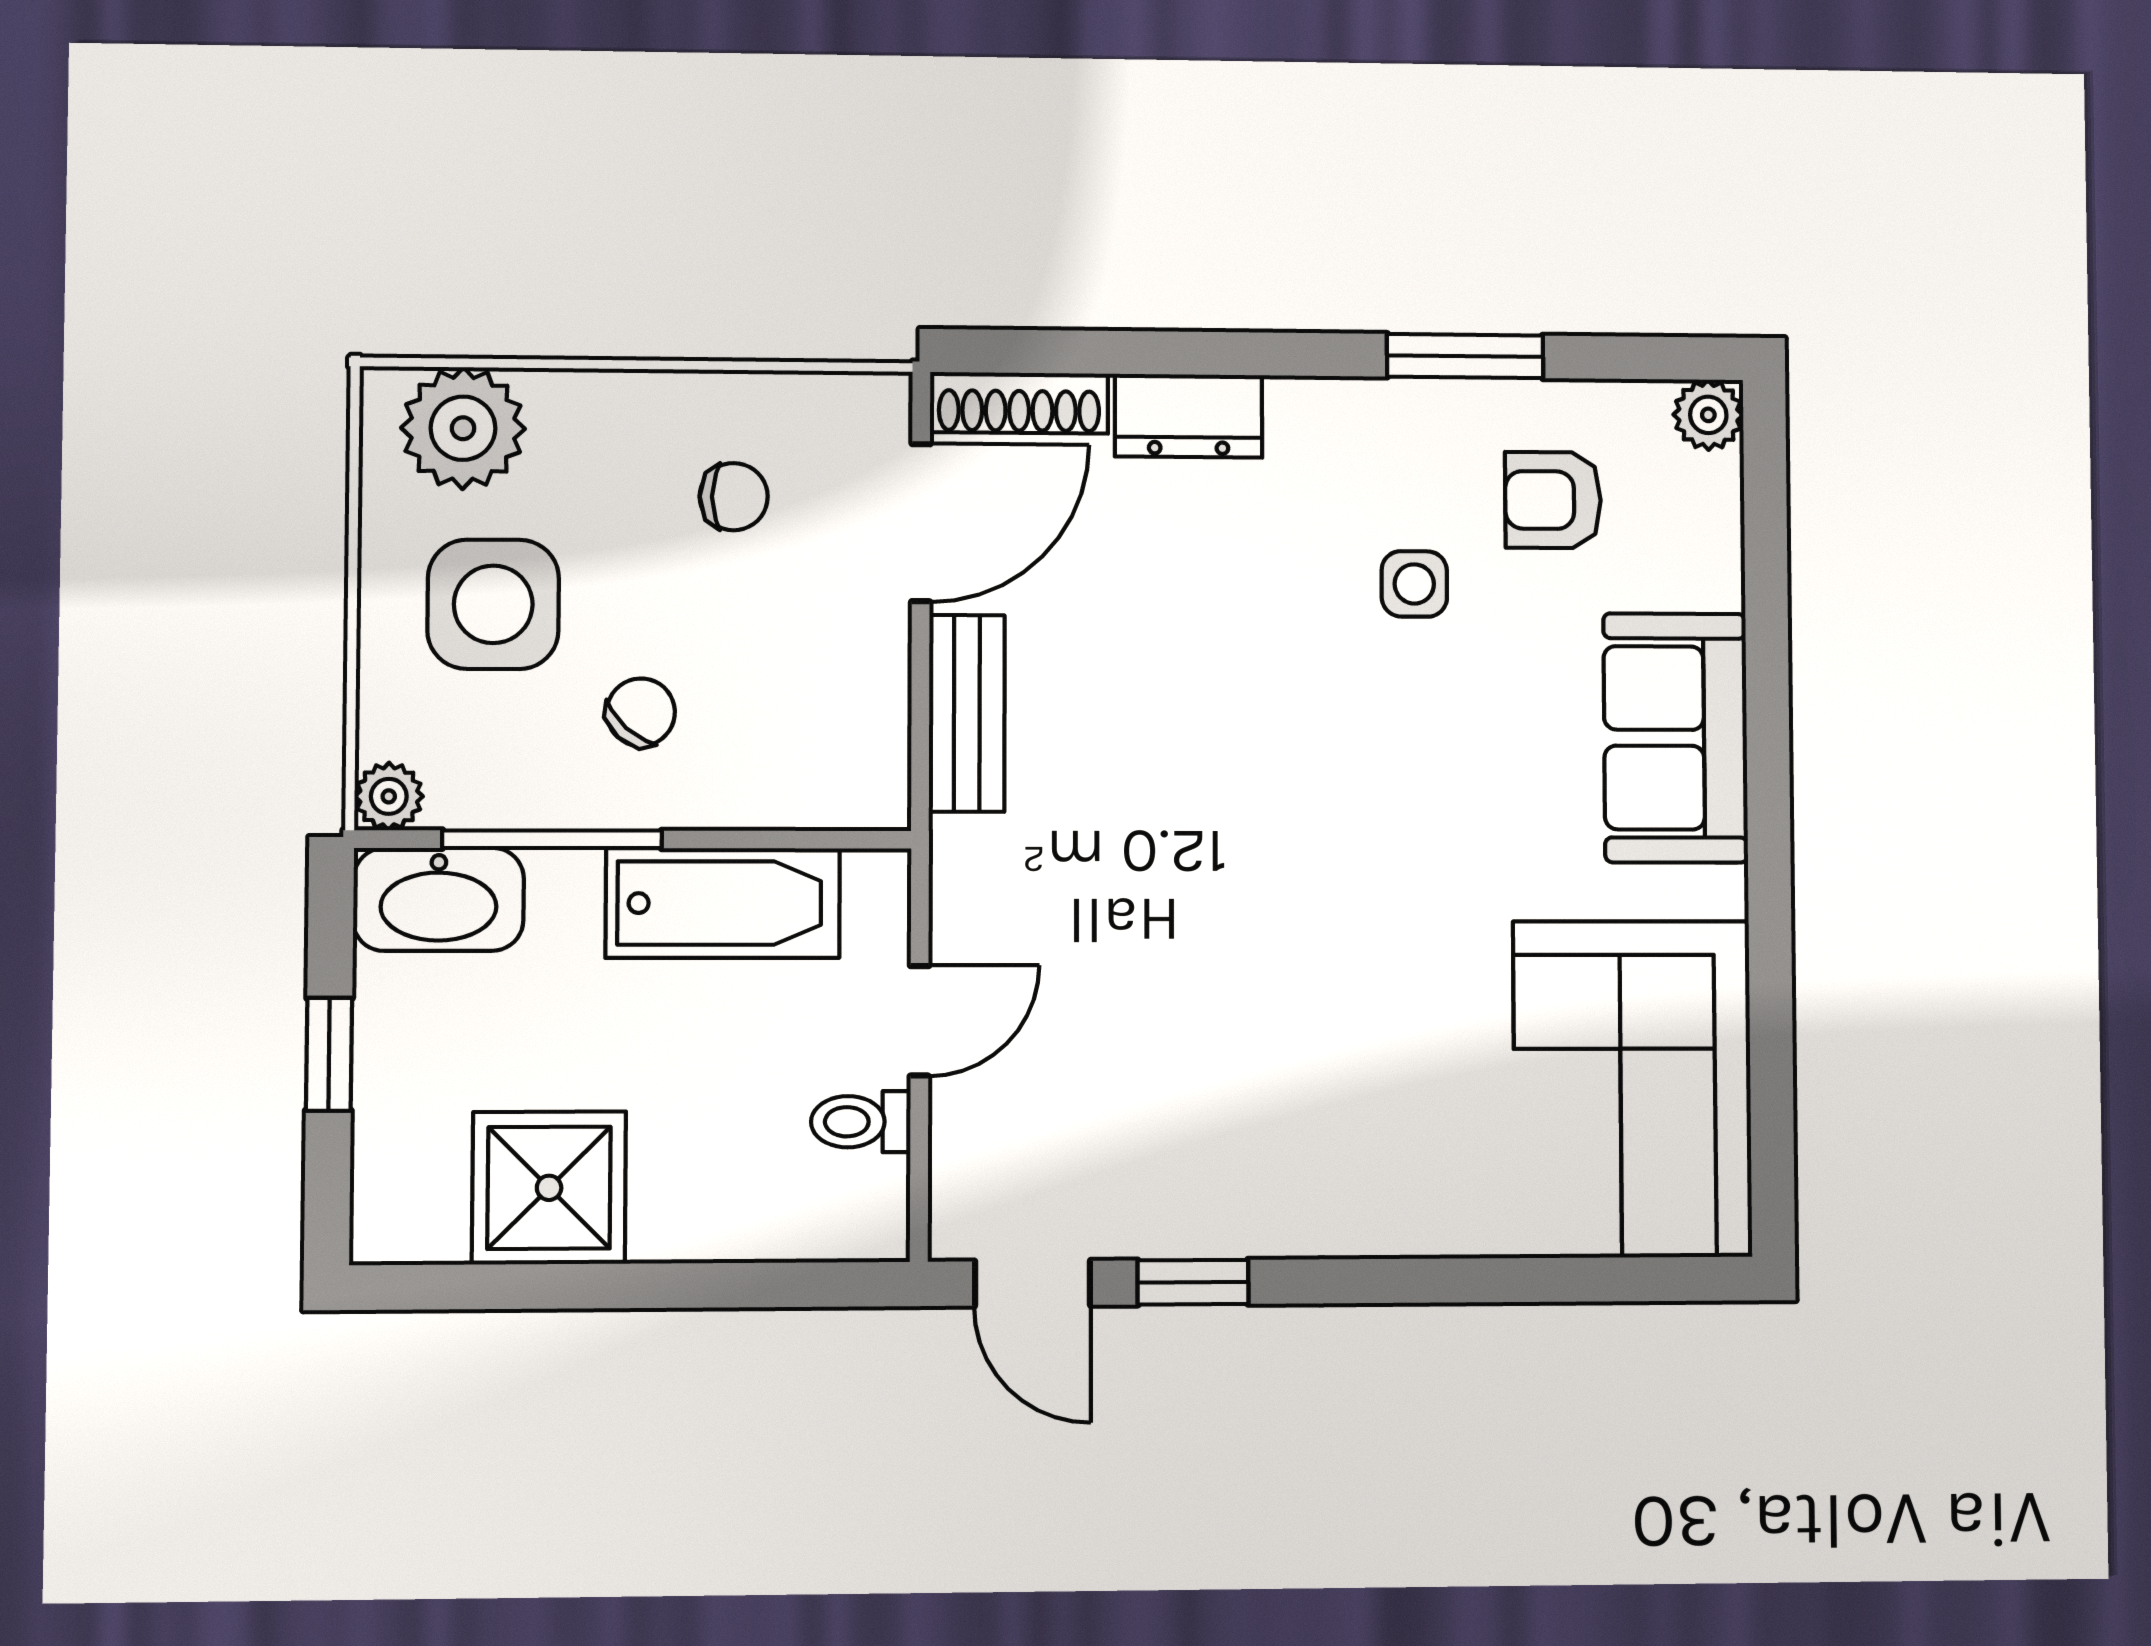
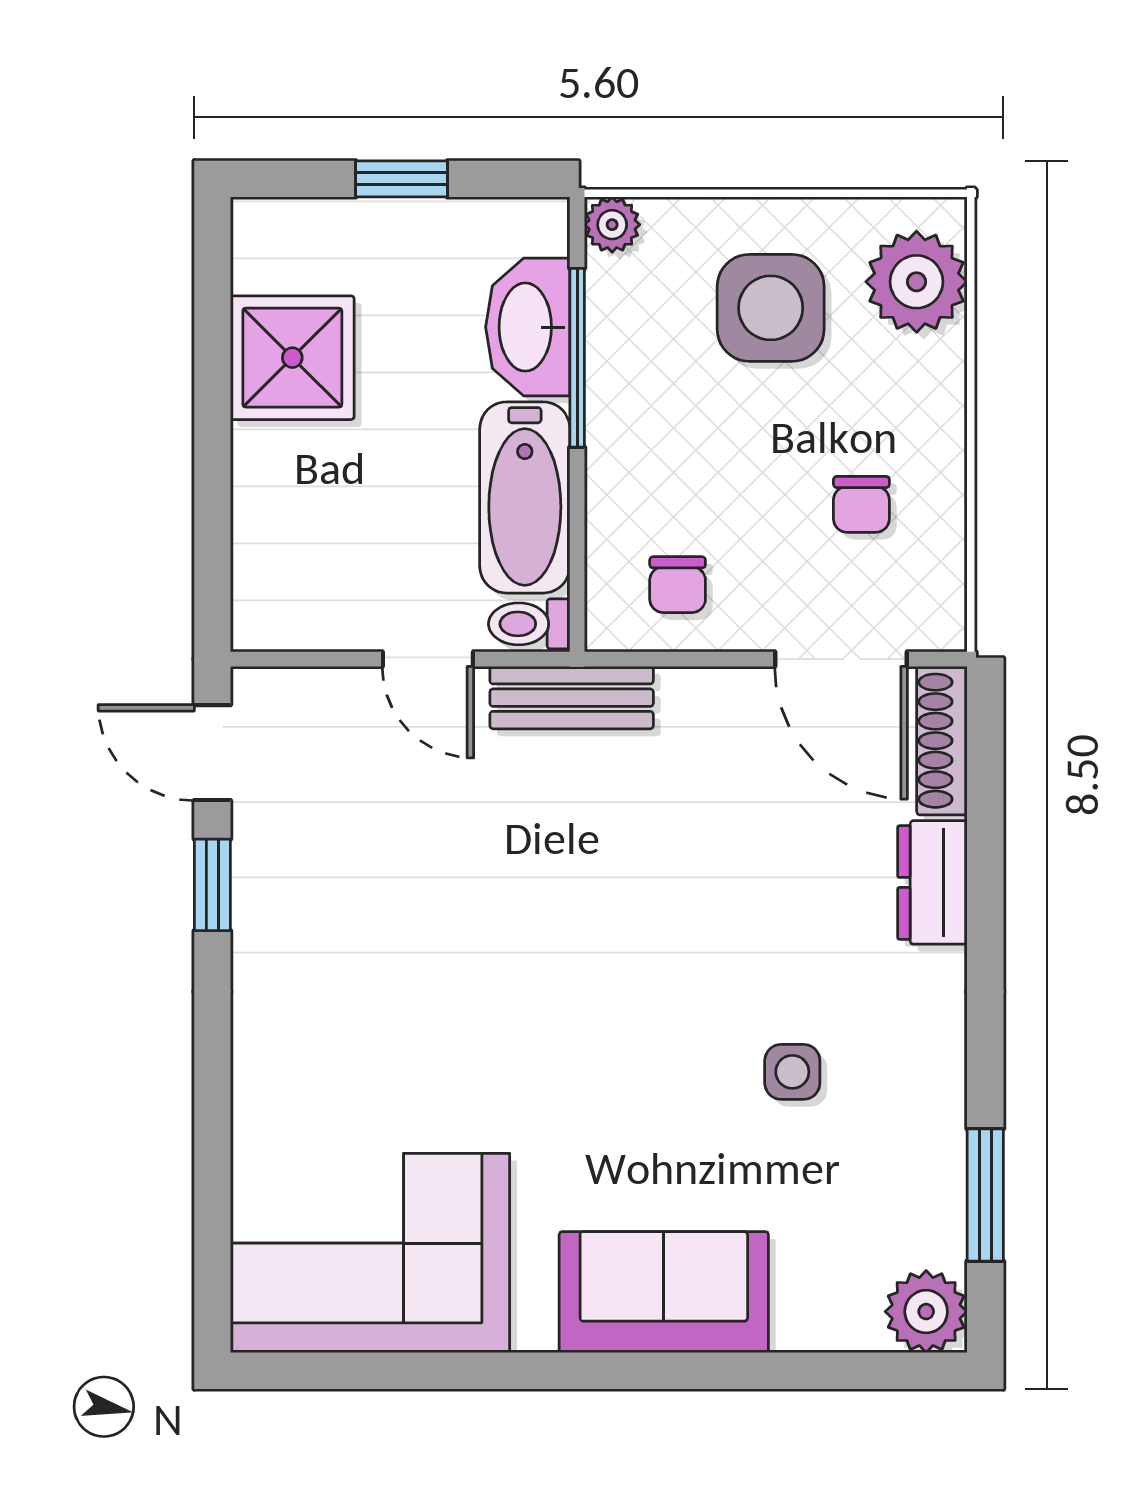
window: (1465, 356) -> (985, 1195), moved
plant: (1708, 415) -> (926, 1312), width x1.38, depth x1.38
armchair: (1553, 500) -> (864, 1190), removed
chair: (641, 712) -> (678, 585), moved, turned 48
bench: (967, 713) -> (572, 698), moved
washbasin: (439, 899) -> (528, 327), moved
toilet: (861, 1122) -> (529, 624), moved, turned -90
door: (1033, 1283) -> (212, 753), hinge flipped

